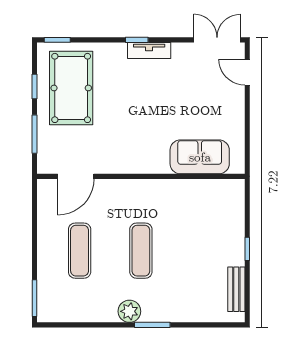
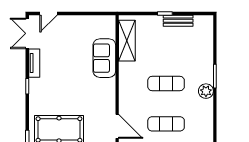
tv unit: (149, 50) -> (34, 63), moved
sofa: (200, 157) -> (104, 58), moved
shelving: (206, 191) -> (127, 41), added
bench: (236, 289) -> (178, 21), moved

